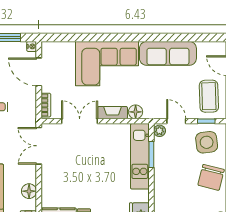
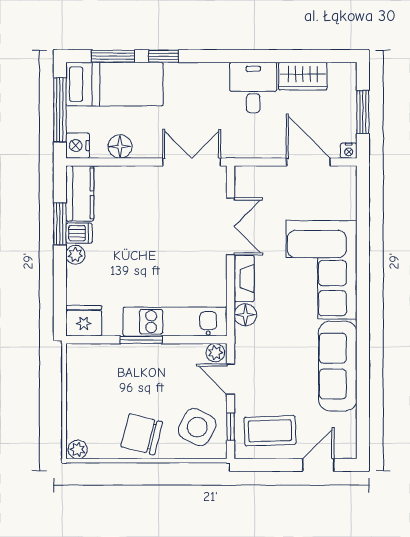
door: (39, 72) -> (308, 162), hinge flipped
bookcase: (46, 105) -> (256, 173), removed
door: (176, 121) -> (231, 379), swing flipped
side table: (207, 142) -> (197, 427), turned 35
window: (151, 154) -> (141, 340), moved

